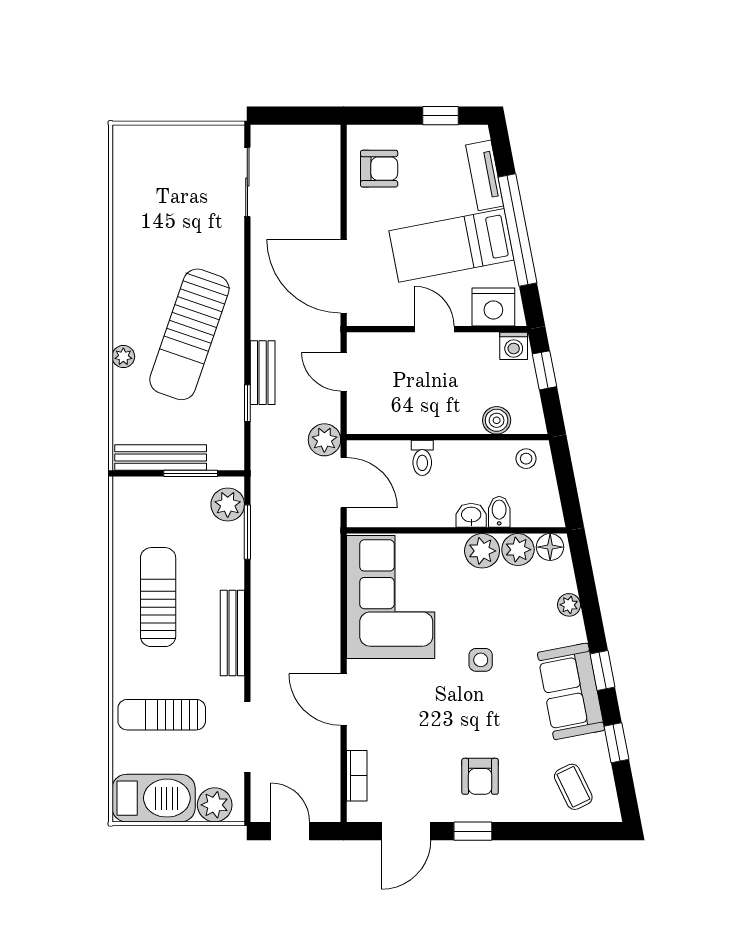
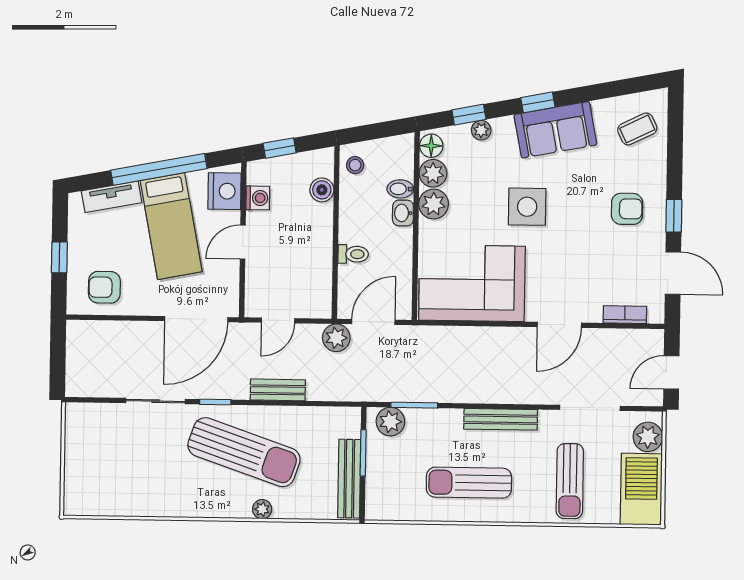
window: (440, 116) -> (59, 257), moved
armchair: (379, 169) -> (104, 287), turned -90
sliding door: (247, 182) -> (156, 401), moved
washing machine: (514, 346) -> (258, 198), moved
window: (247, 403) -> (215, 402), moved
side table: (481, 660) -> (527, 207), width x1.87, depth x1.87
window: (616, 743) -> (469, 115), moved

